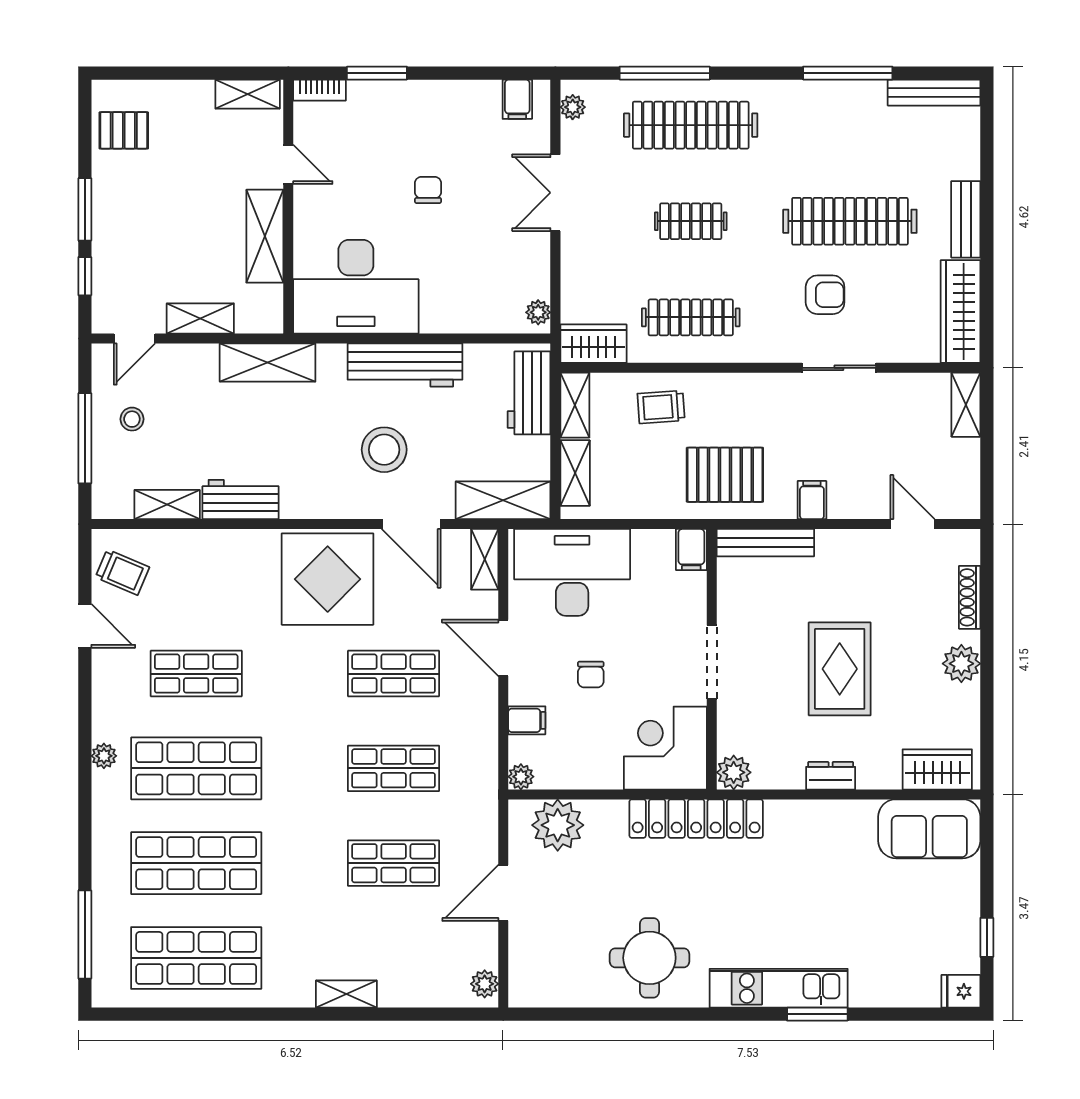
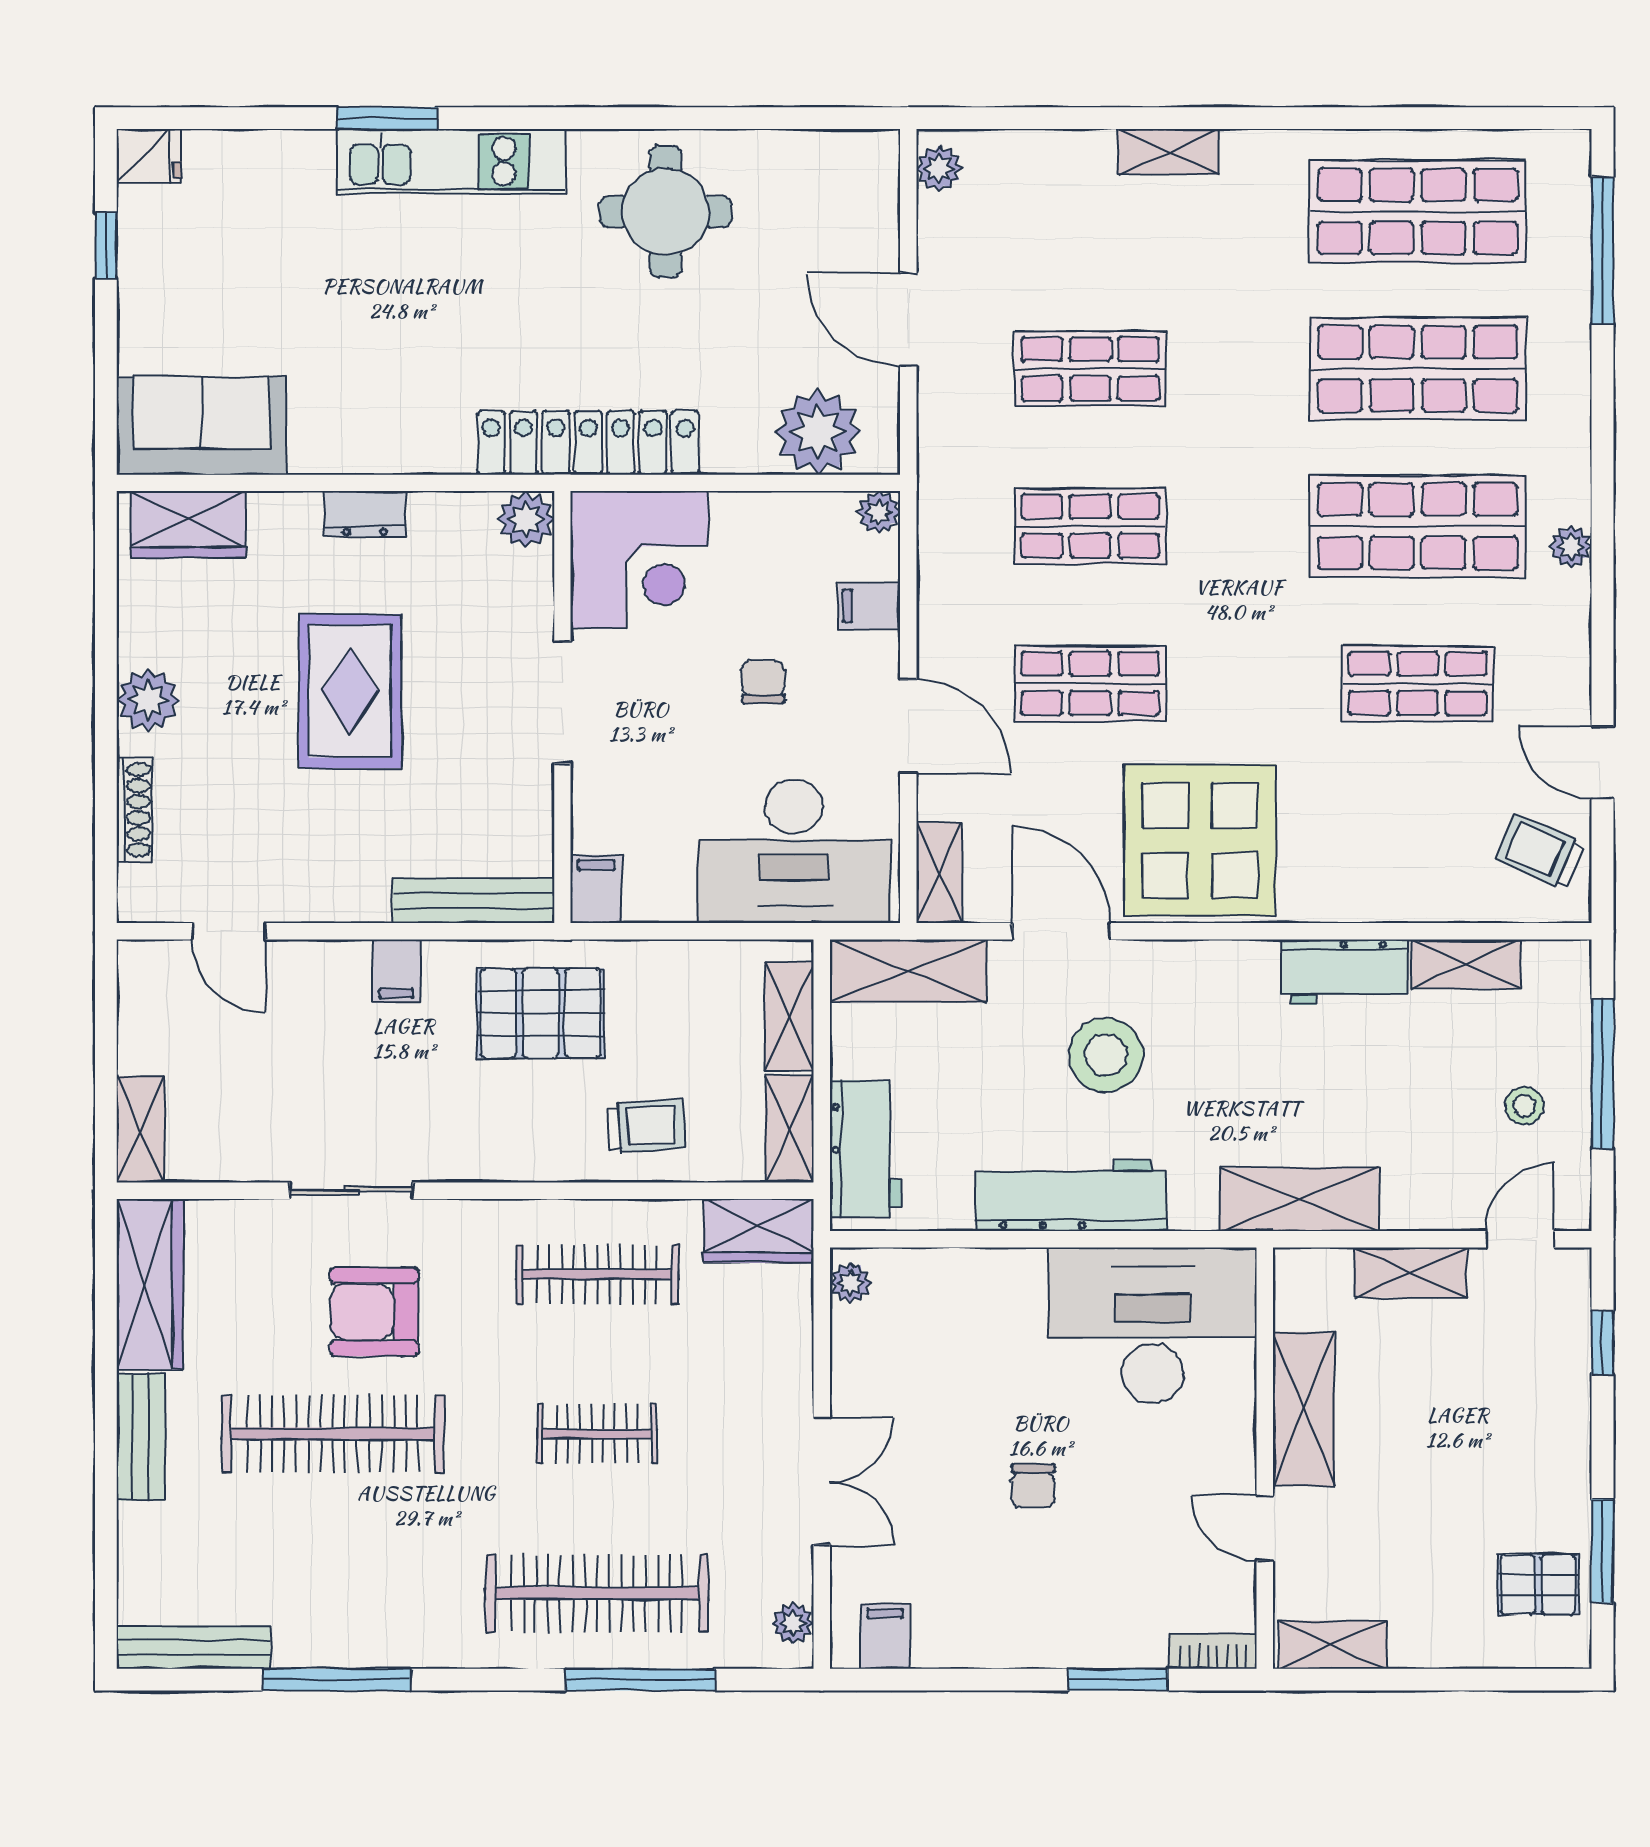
window: (85, 209) -> (1602, 1551), moved
armchair: (825, 295) -> (374, 1312), width x1.38, depth x1.38
door: (503, 893) -> (908, 320), swing flipped

